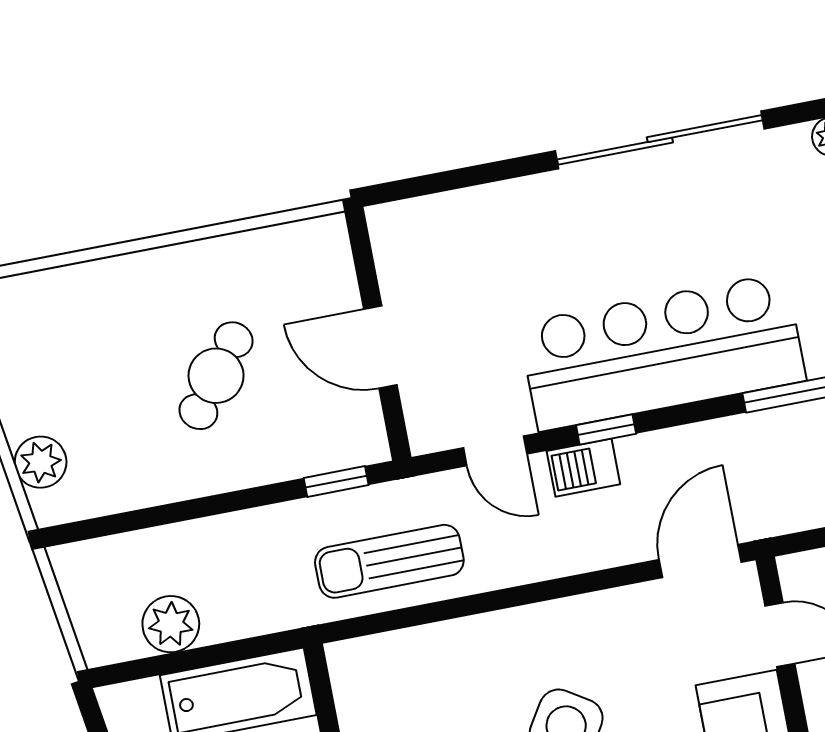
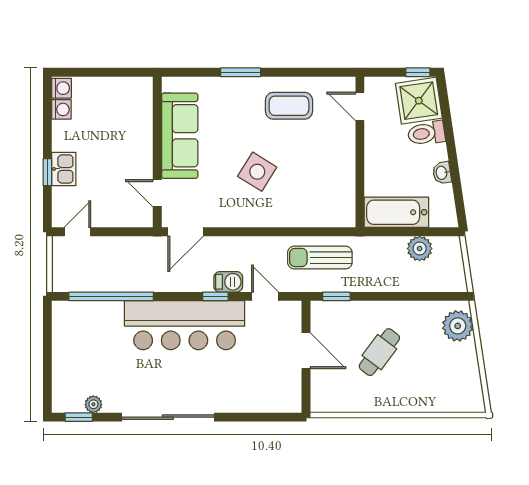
plant: (41, 462) -> (458, 326), width x1.36, depth x1.36
sun lounger: (389, 561) -> (320, 257), turned 180

